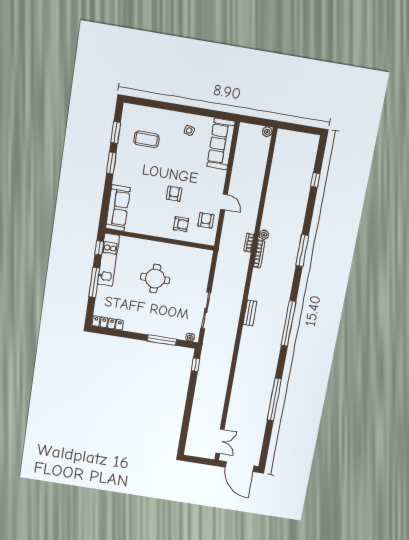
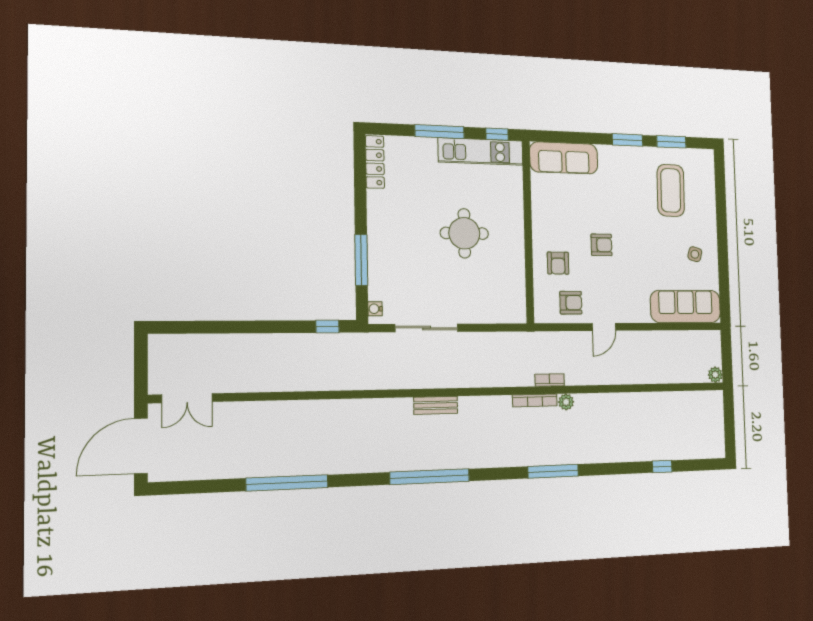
coffee table: (147, 139) -> (671, 190), width x1.36, depth x1.32

